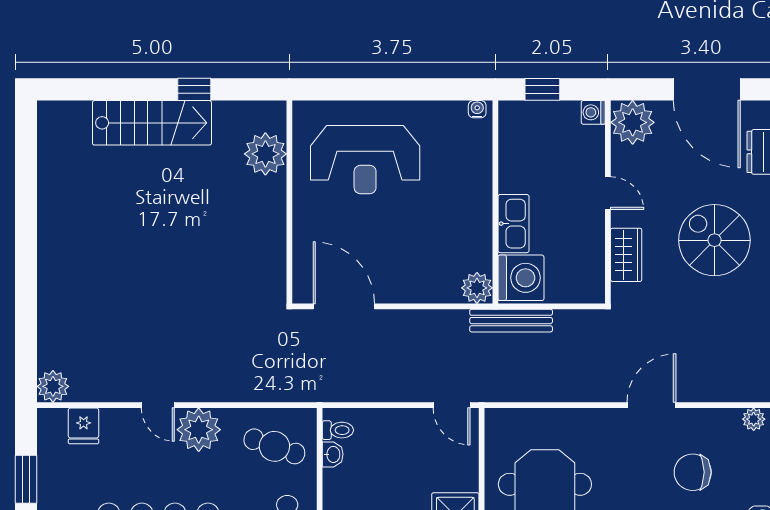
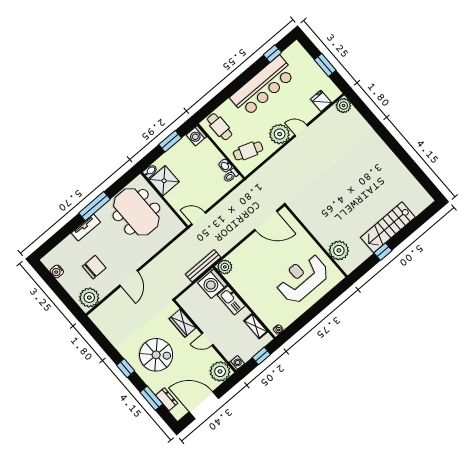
shelving: (510, 147) -> (256, 326), added
plant: (754, 419) -> (89, 298), width x1.87, depth x1.87

